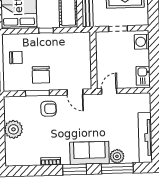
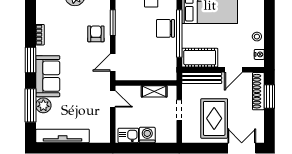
window: (46, 30) -> (179, 34), width x3.17
washing machine: (142, 42) -> (147, 135), moved
shelving: (101, 53) -> (154, 91), added
chair: (41, 75) -> (165, 28), moved
armchair: (48, 109) -> (96, 34), turned 180

